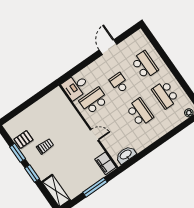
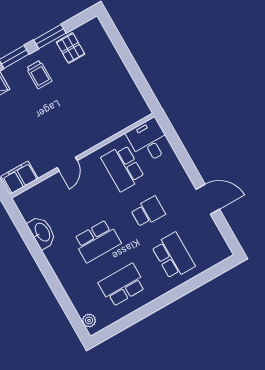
school desk: (145, 65) -> (173, 256), turned -90
school desk: (94, 101) -> (123, 168), turned 180
trolley: (45, 146) -> (39, 75), moved
washbasin: (126, 155) -> (42, 232), moved

